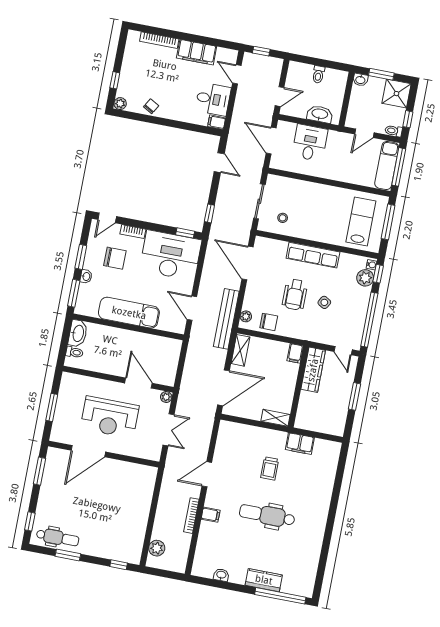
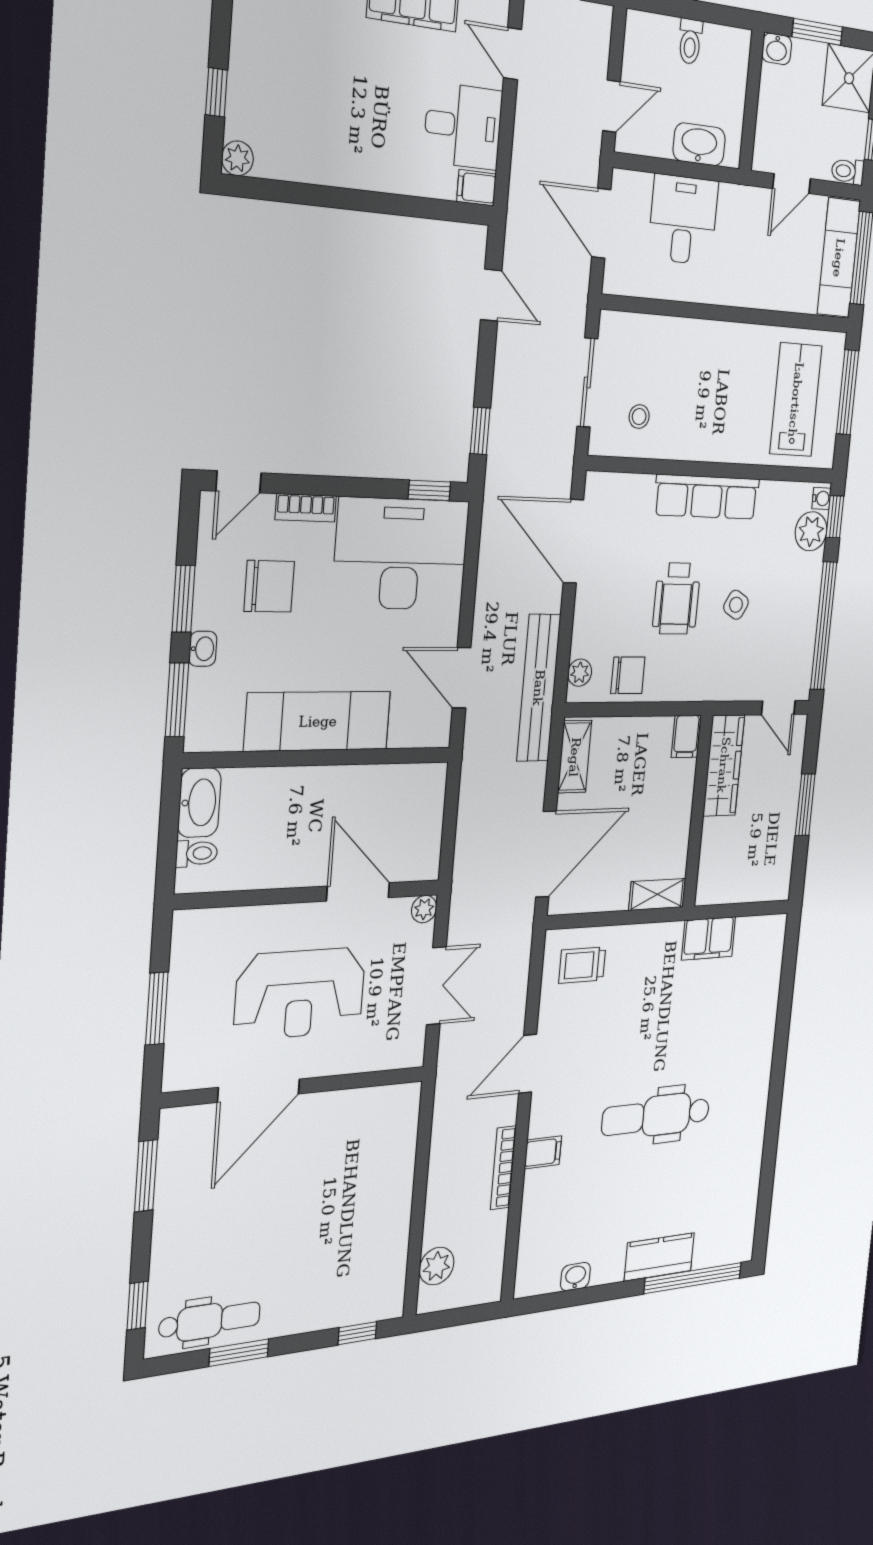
chair: (151, 106) -> (316, 159), removed
trolley: (270, 468) -> (582, 965), moved, turned 90

